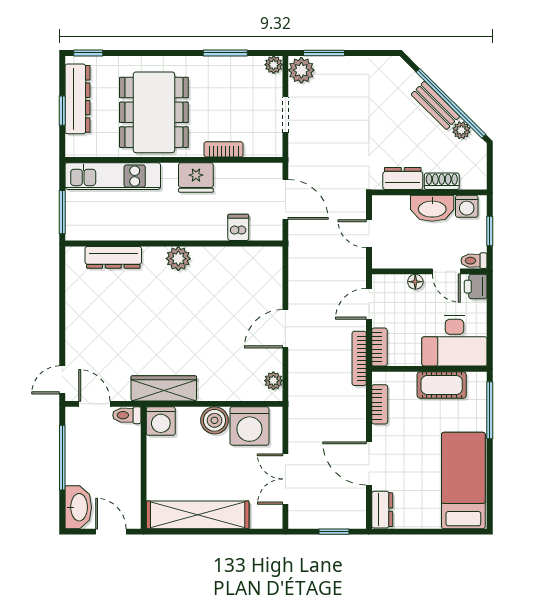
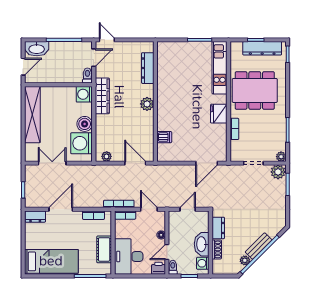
dishwasher: (238, 227) -> (164, 137), moved
wall: (174, 243) -> (155, 101), moved
dresser: (113, 257) -> (148, 68), moved
plant: (178, 259) -> (147, 104), moved

